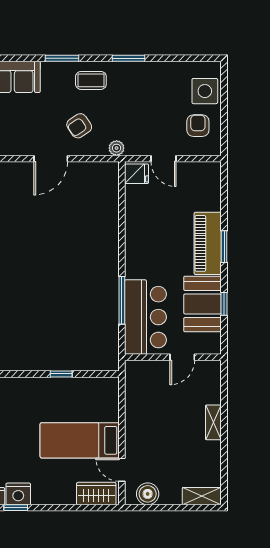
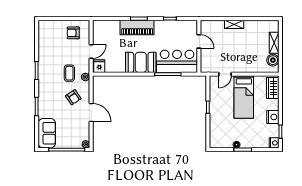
coffee table: (91, 80) -> (69, 73), moved
side table: (205, 91) -> (54, 29), removed
booth: (203, 304) -> (141, 62), moved
door: (122, 470) -> (225, 74), moved
nightstand: (18, 494) -> (273, 117), moved
shelving: (202, 496) -> (274, 43), moved

